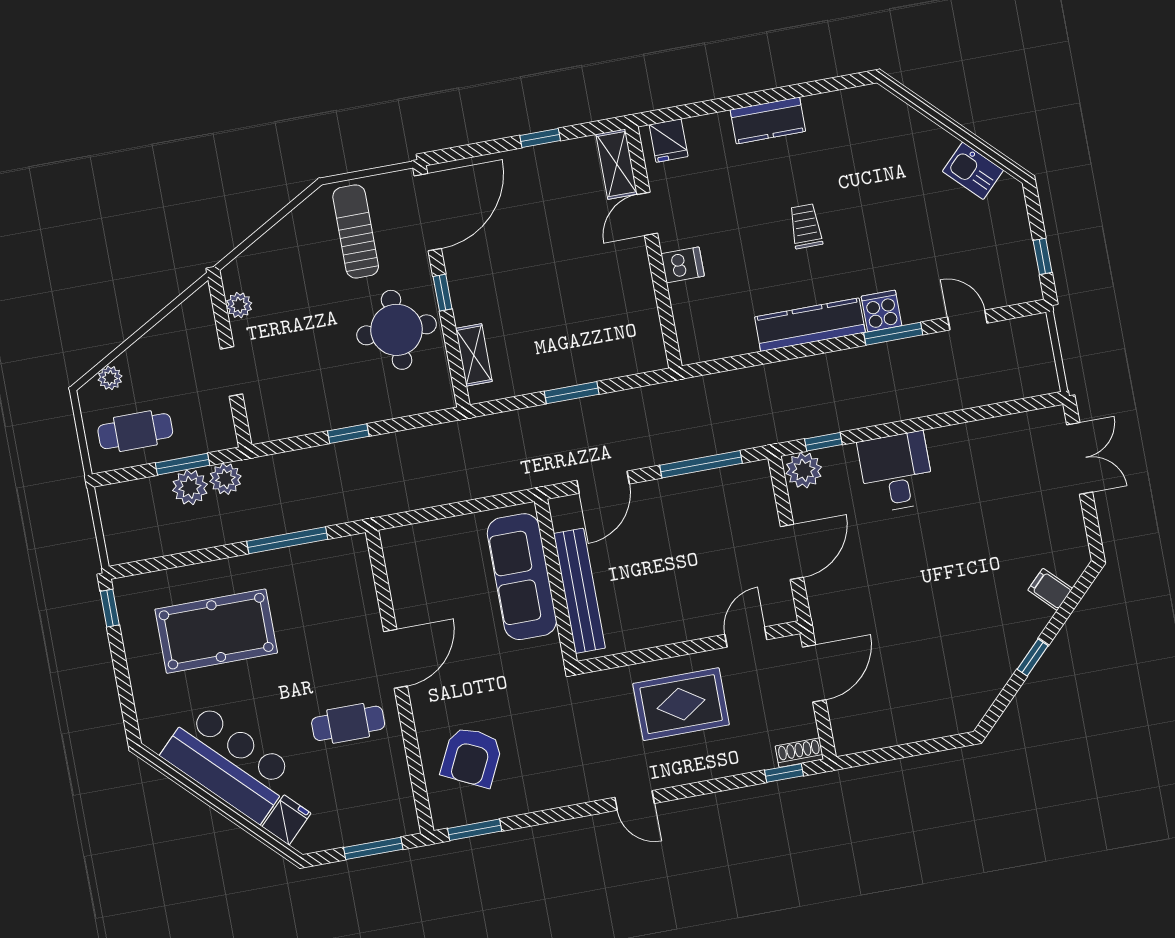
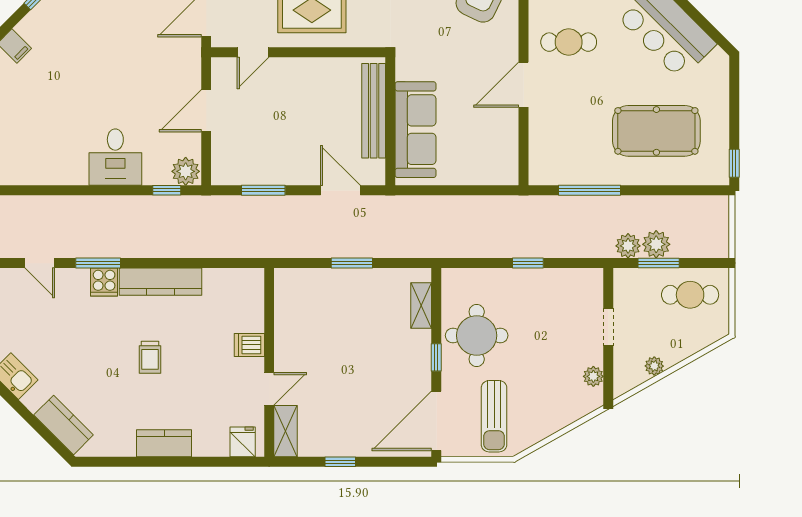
kitchen counter: (899, 120) -> (64, 425), added
plant: (110, 378) -> (654, 366), moved
window: (701, 464) -> (263, 190), width x0.69
door: (603, 482) -> (340, 190), hinge flipped

